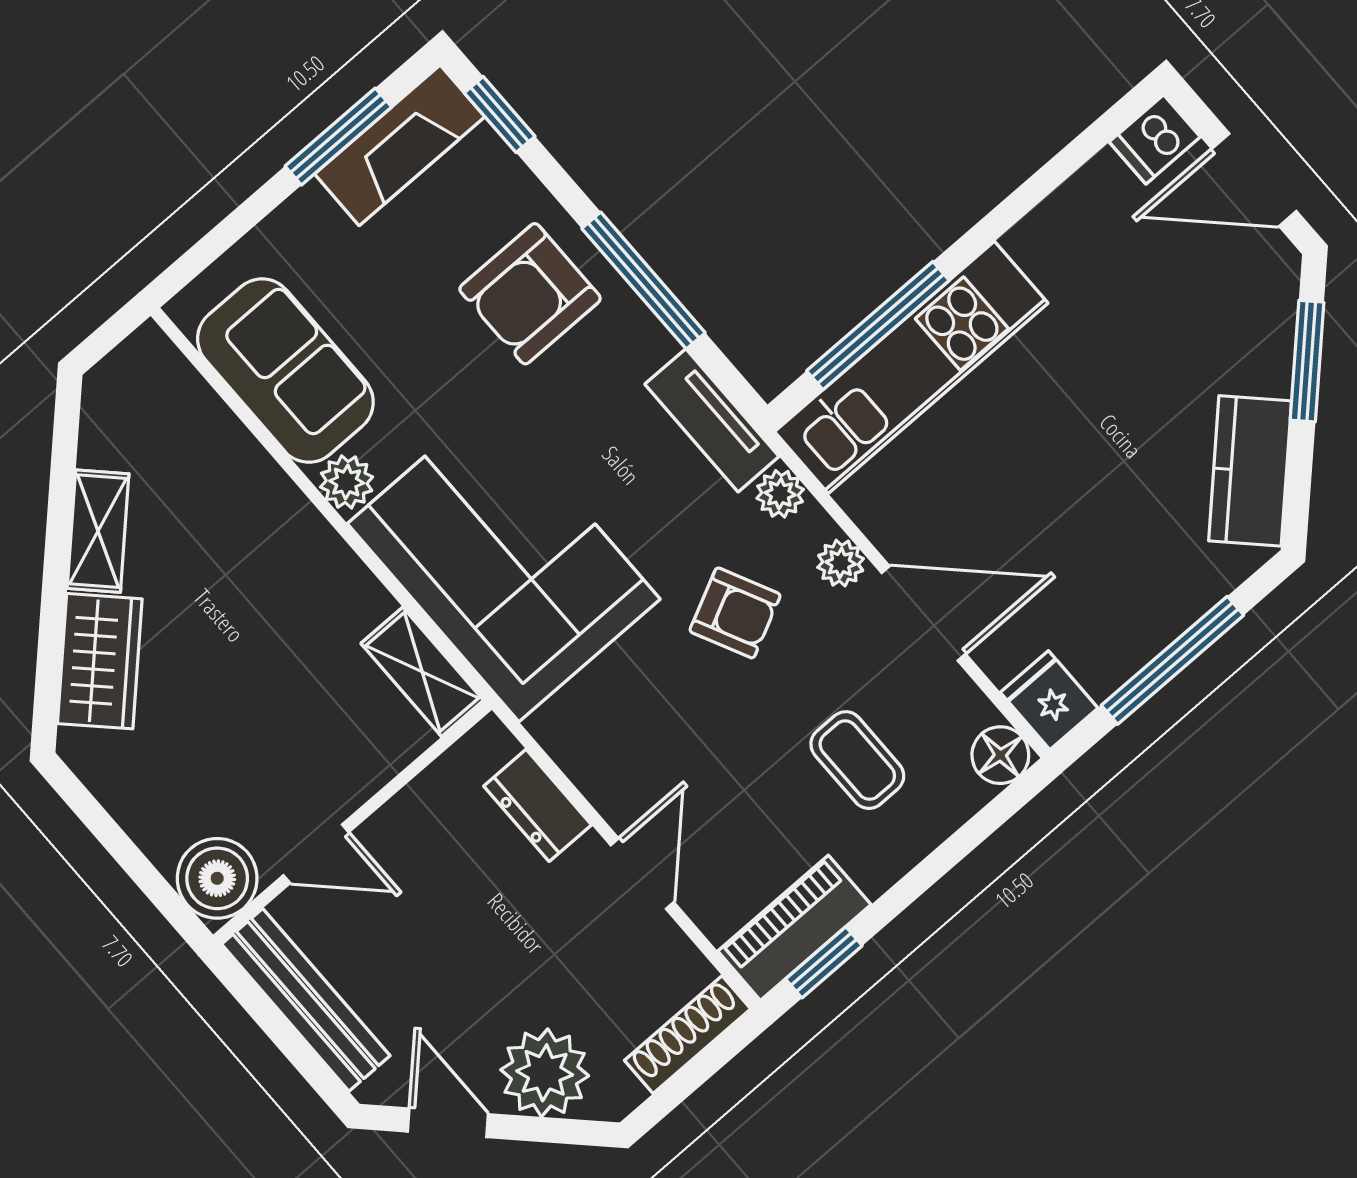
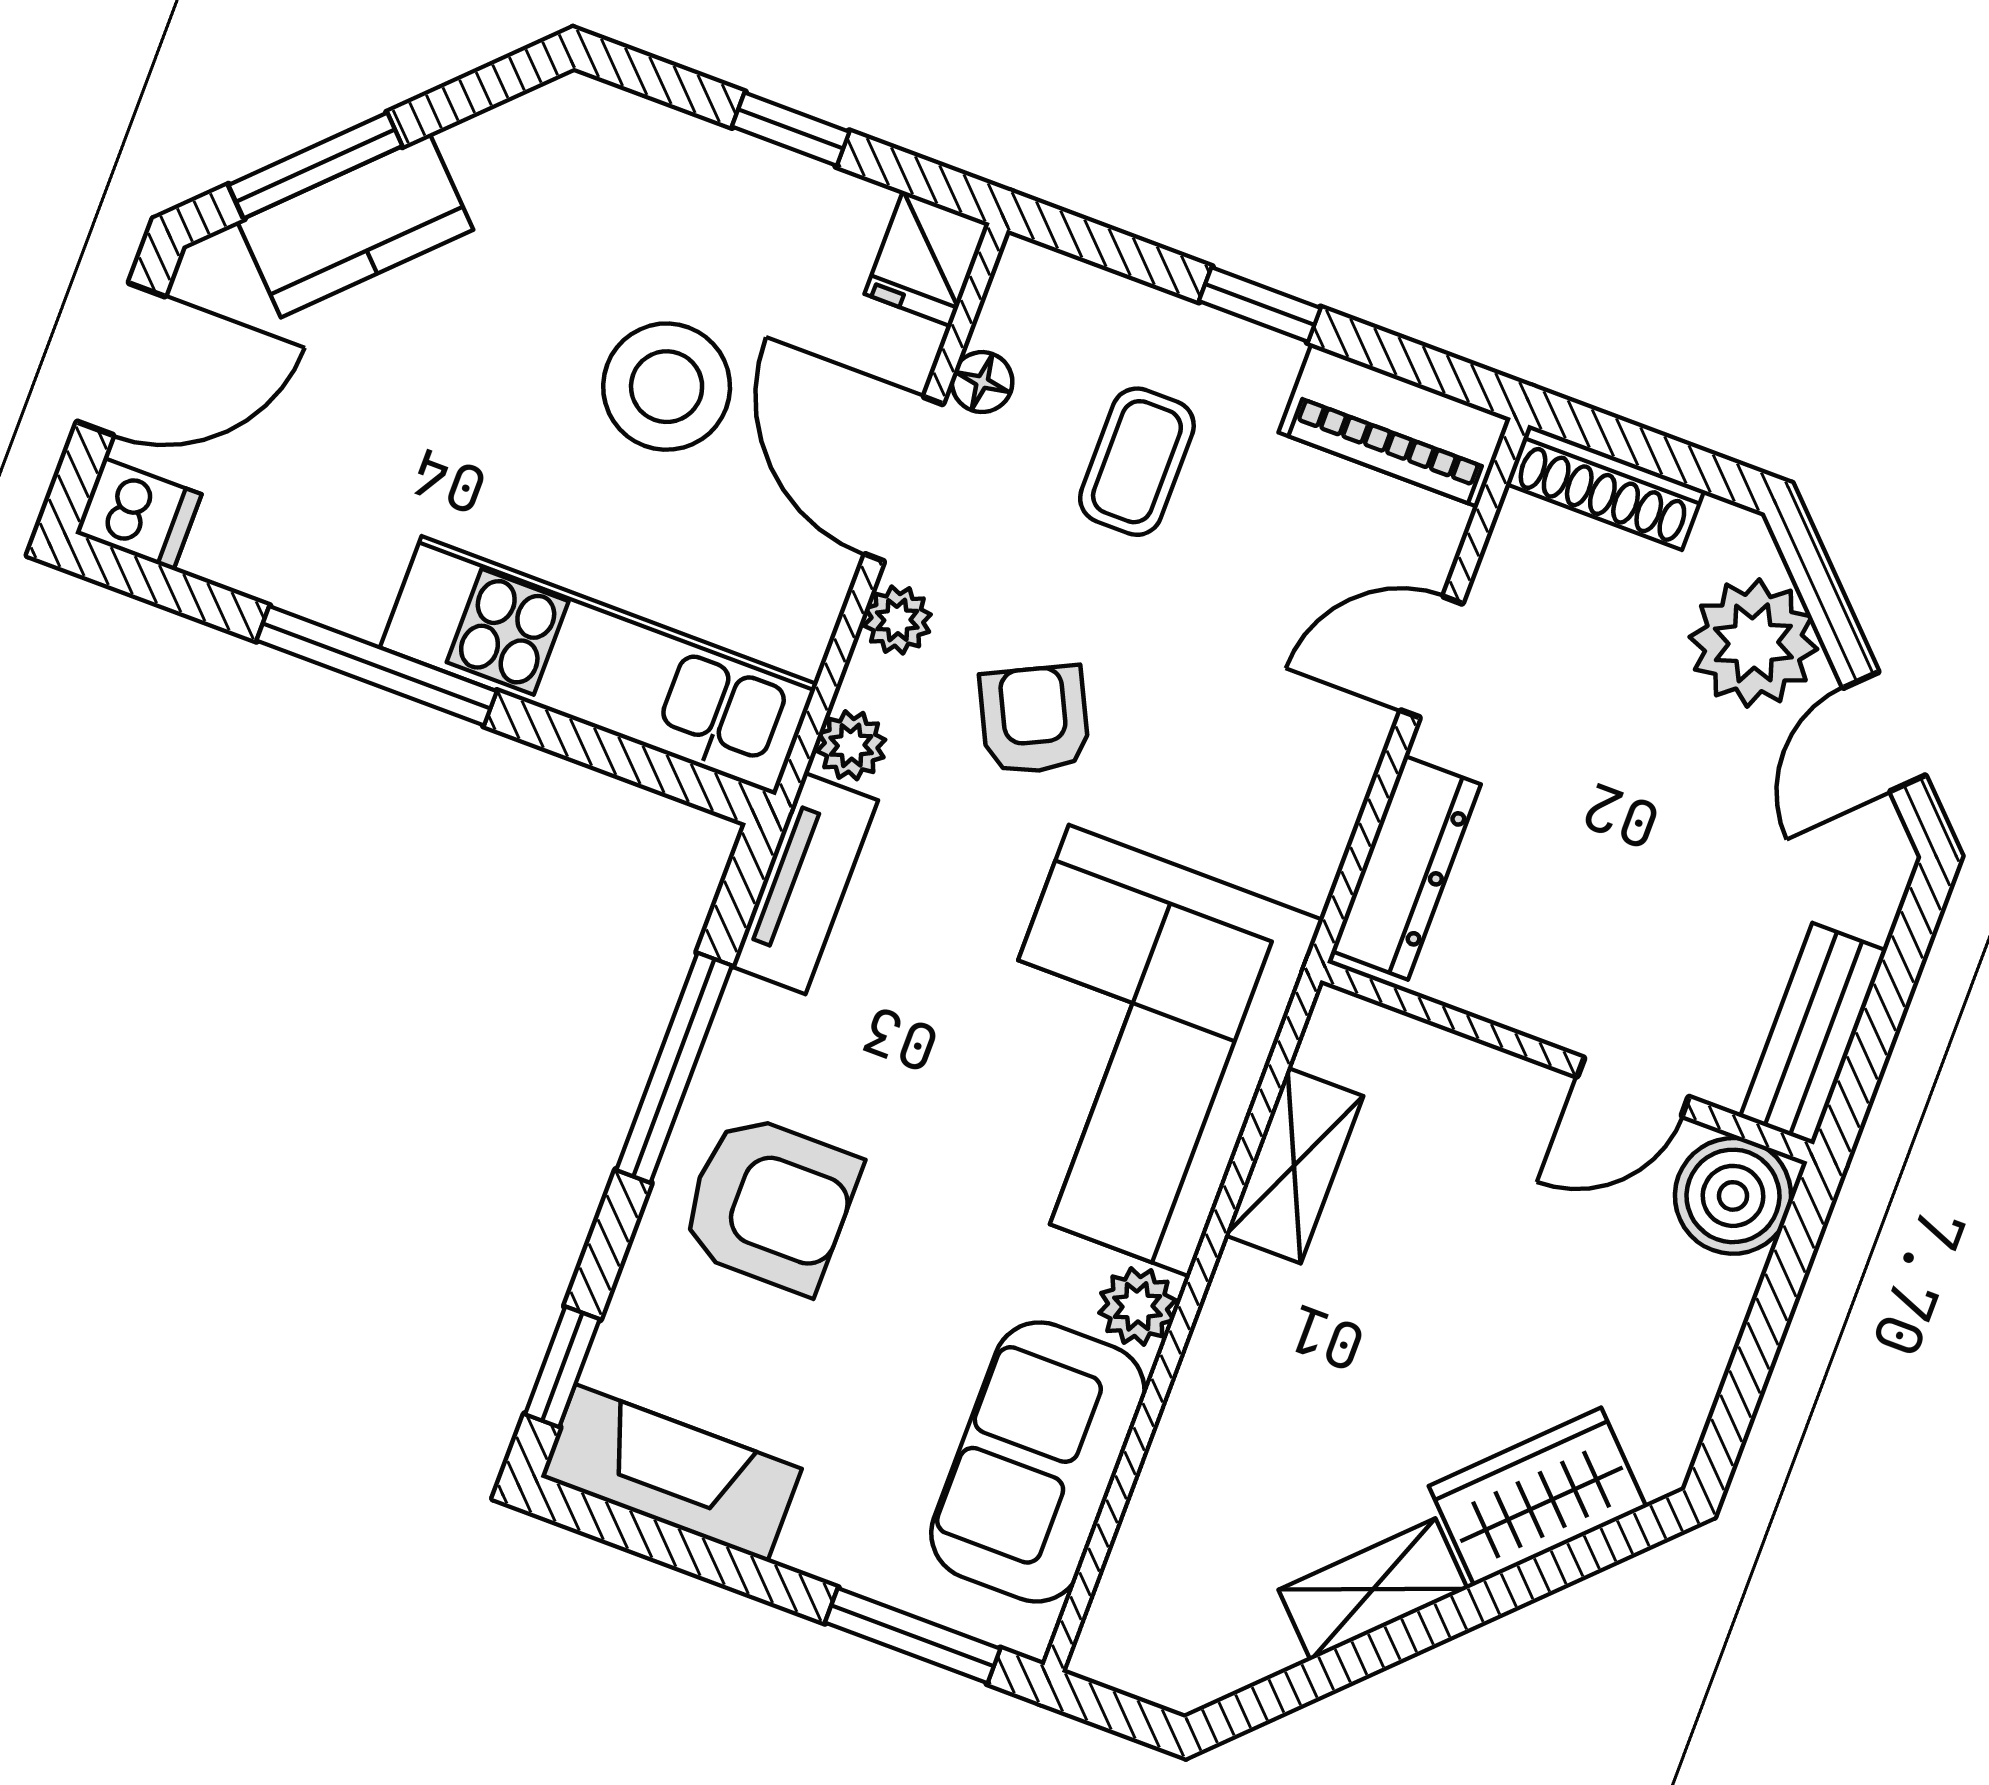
window: (338, 137) -> (913, 1636), moved
door: (1254, 180) -> (121, 359), hinge flipped
window: (878, 326) -> (377, 666), moved
kitchen counter: (1250, 471) -> (355, 226), moved
stool: (1058, 500) -> (667, 387), added
window: (1172, 660) -> (791, 129), width x0.46
shelving: (422, 672) -> (1294, 1166), moved
floor lamp: (1000, 755) -> (982, 382), moved, width x0.73, depth x0.73
dresser: (538, 805) -> (1406, 868), width x1.44
door: (316, 854) -> (1633, 1087), swing flipped
window: (824, 962) -> (1260, 304), moved
bench: (306, 1000) -> (1813, 1034), width x0.73

